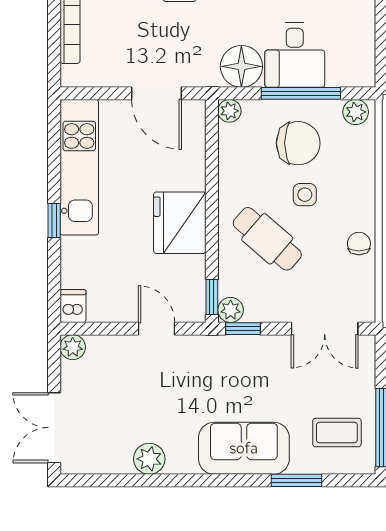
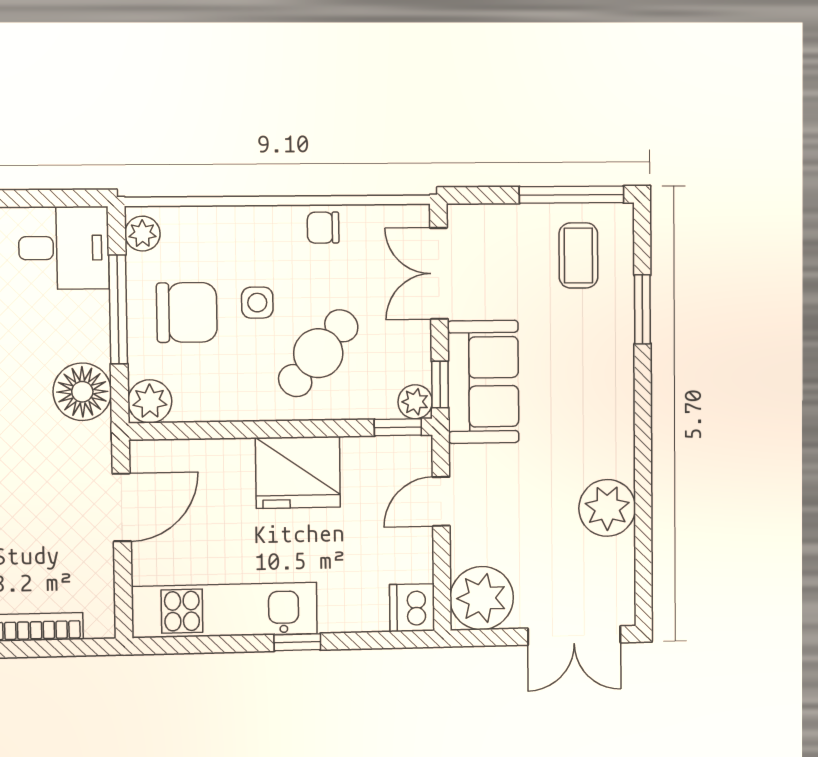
desk: (295, 55) -> (64, 248), moved
plant: (229, 111) -> (150, 401), width x1.38, depth x1.38
chair: (298, 143) -> (187, 312), turned 90
dishwasher: (73, 306) -> (412, 608), width x1.38
double door: (325, 329) -> (439, 274), swing flipped
plant: (73, 347) -> (482, 598), width x1.87, depth x1.87
sofa: (244, 448) -> (483, 382), moved, turned 180
plant: (149, 459) -> (607, 508), width x1.36, depth x1.36

